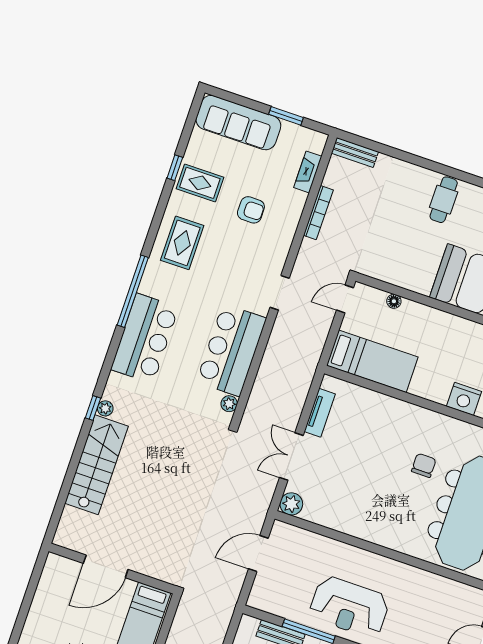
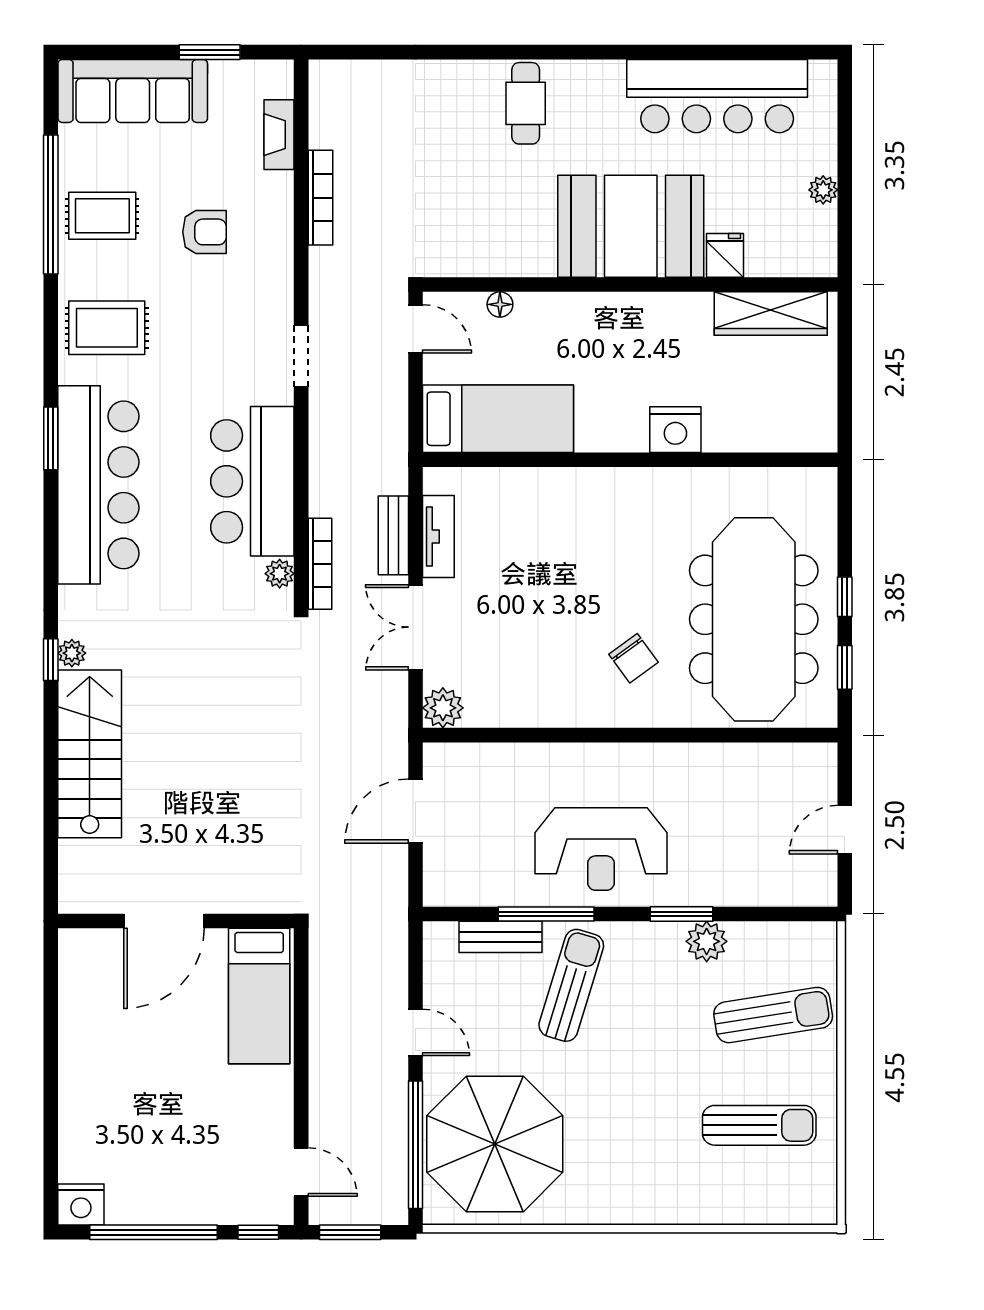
bench: (355, 152) -> (393, 535), moved, turned 90
window: (175, 168) -> (51, 204), width x3.17
rug: (182, 243) -> (107, 328), turned 90
window: (133, 291) -> (51, 438), width x0.47
door: (345, 299) -> (416, 329), swing flipped
bar counter: (145, 338) -> (98, 485), width x1.36
bookcase: (252, 406) -> (320, 564), added
chair: (424, 465) -> (634, 658), moved, turned 144

